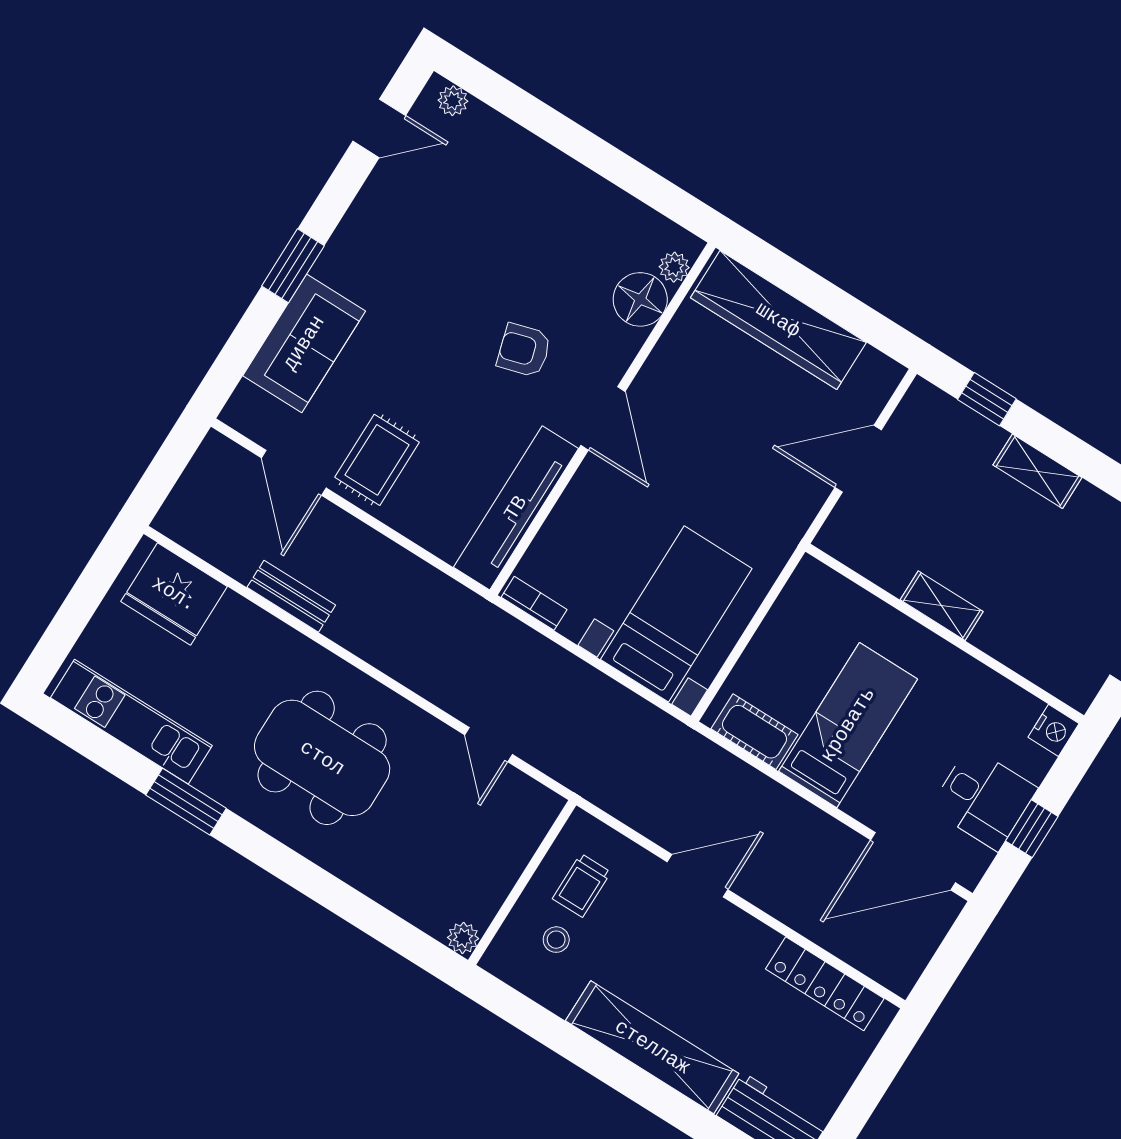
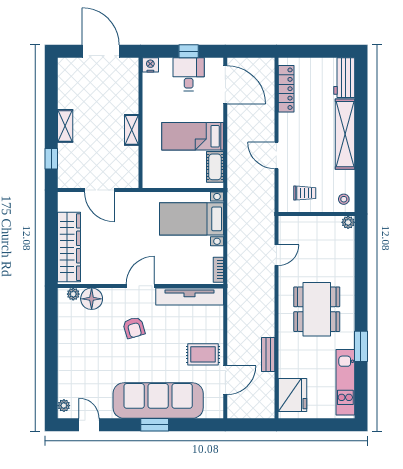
sofa: (304, 343) -> (158, 401), width x1.85, depth x1.27
stool: (556, 940) -> (344, 199), moved

